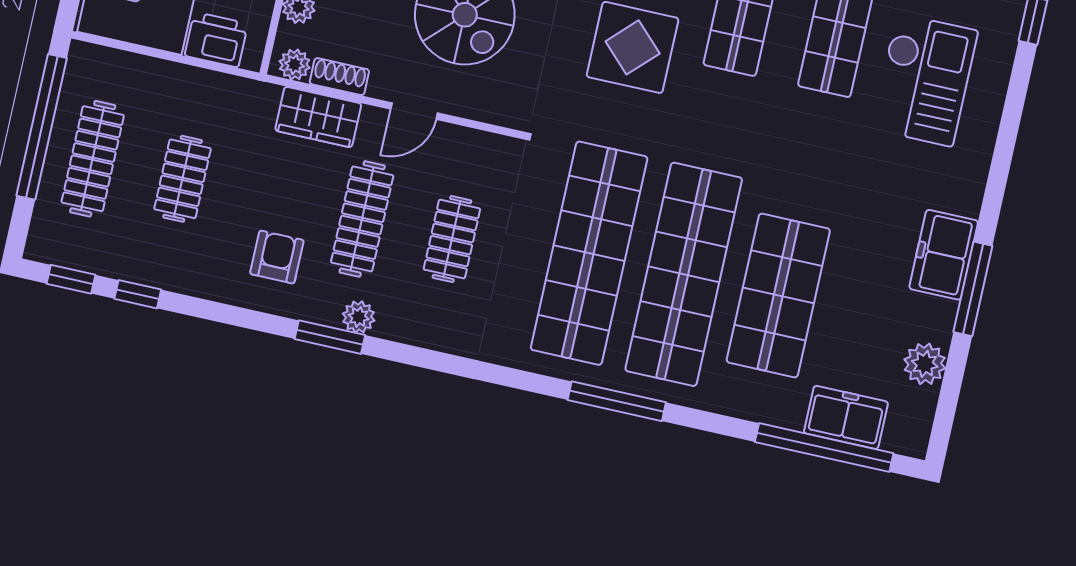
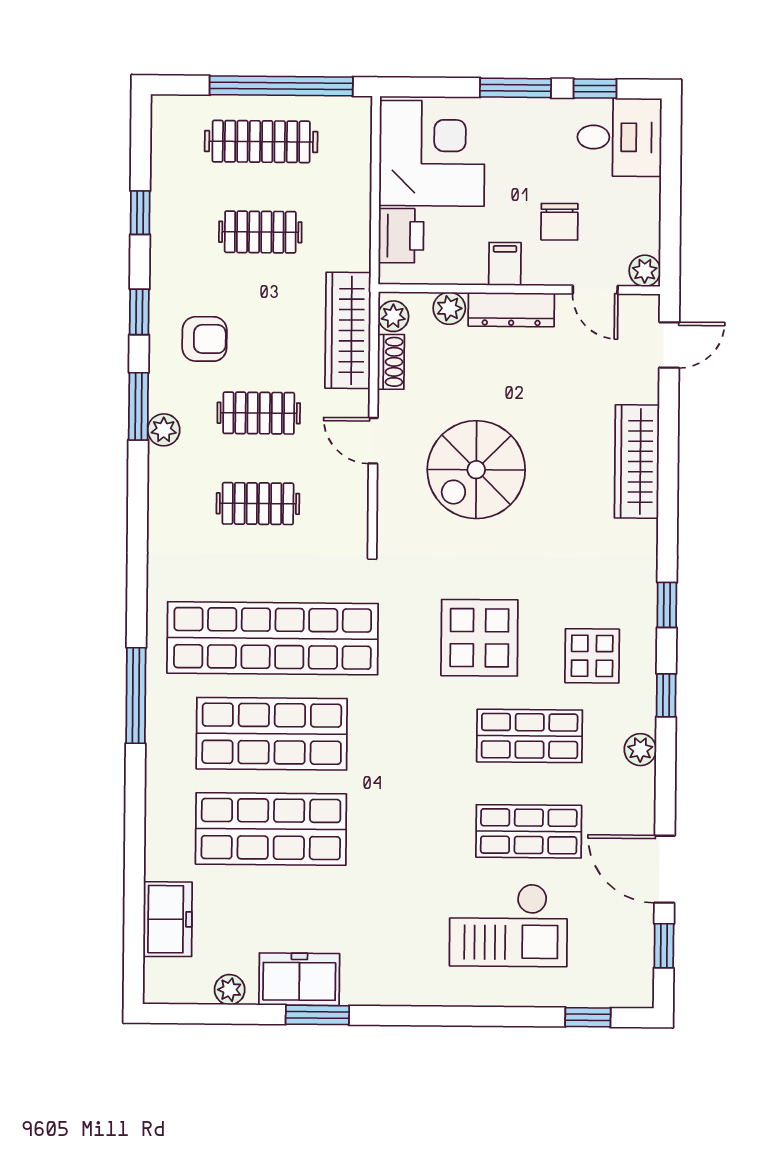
wardrobe: (318, 117) -> (348, 330), width x1.50
clothes rail: (362, 219) -> (259, 413), width x0.73
freezer: (944, 255) -> (299, 979), moved
shop shelf: (684, 274) -> (272, 734), width x0.71
window: (71, 279) -> (139, 312), moved
window: (973, 289) -> (317, 1015), width x0.69
plant: (925, 364) -> (230, 990), width x0.73, depth x0.73
window: (824, 448) -> (134, 905), removed

